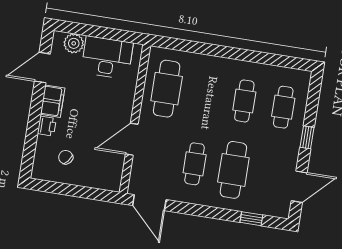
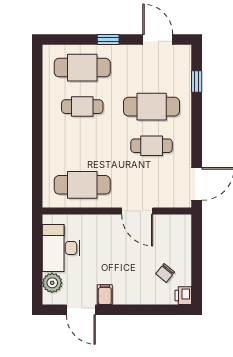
filing cabinet: (53, 101) -> (105, 295), width x0.50
cafe table: (283, 107) -> (82, 68), width x1.37, depth x1.35
printer: (47, 126) -> (183, 296), moved, turned -90

